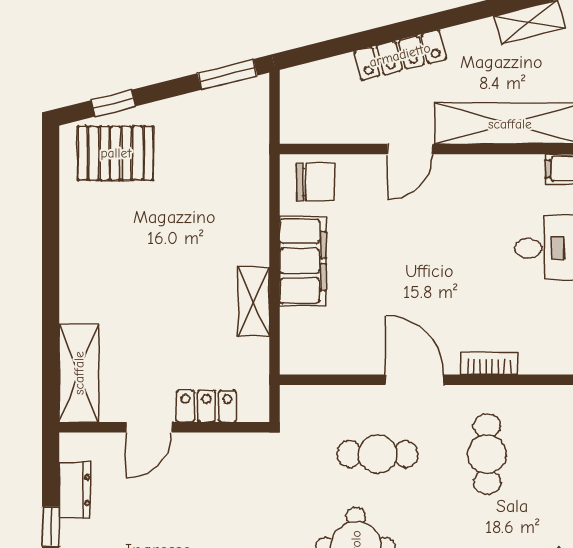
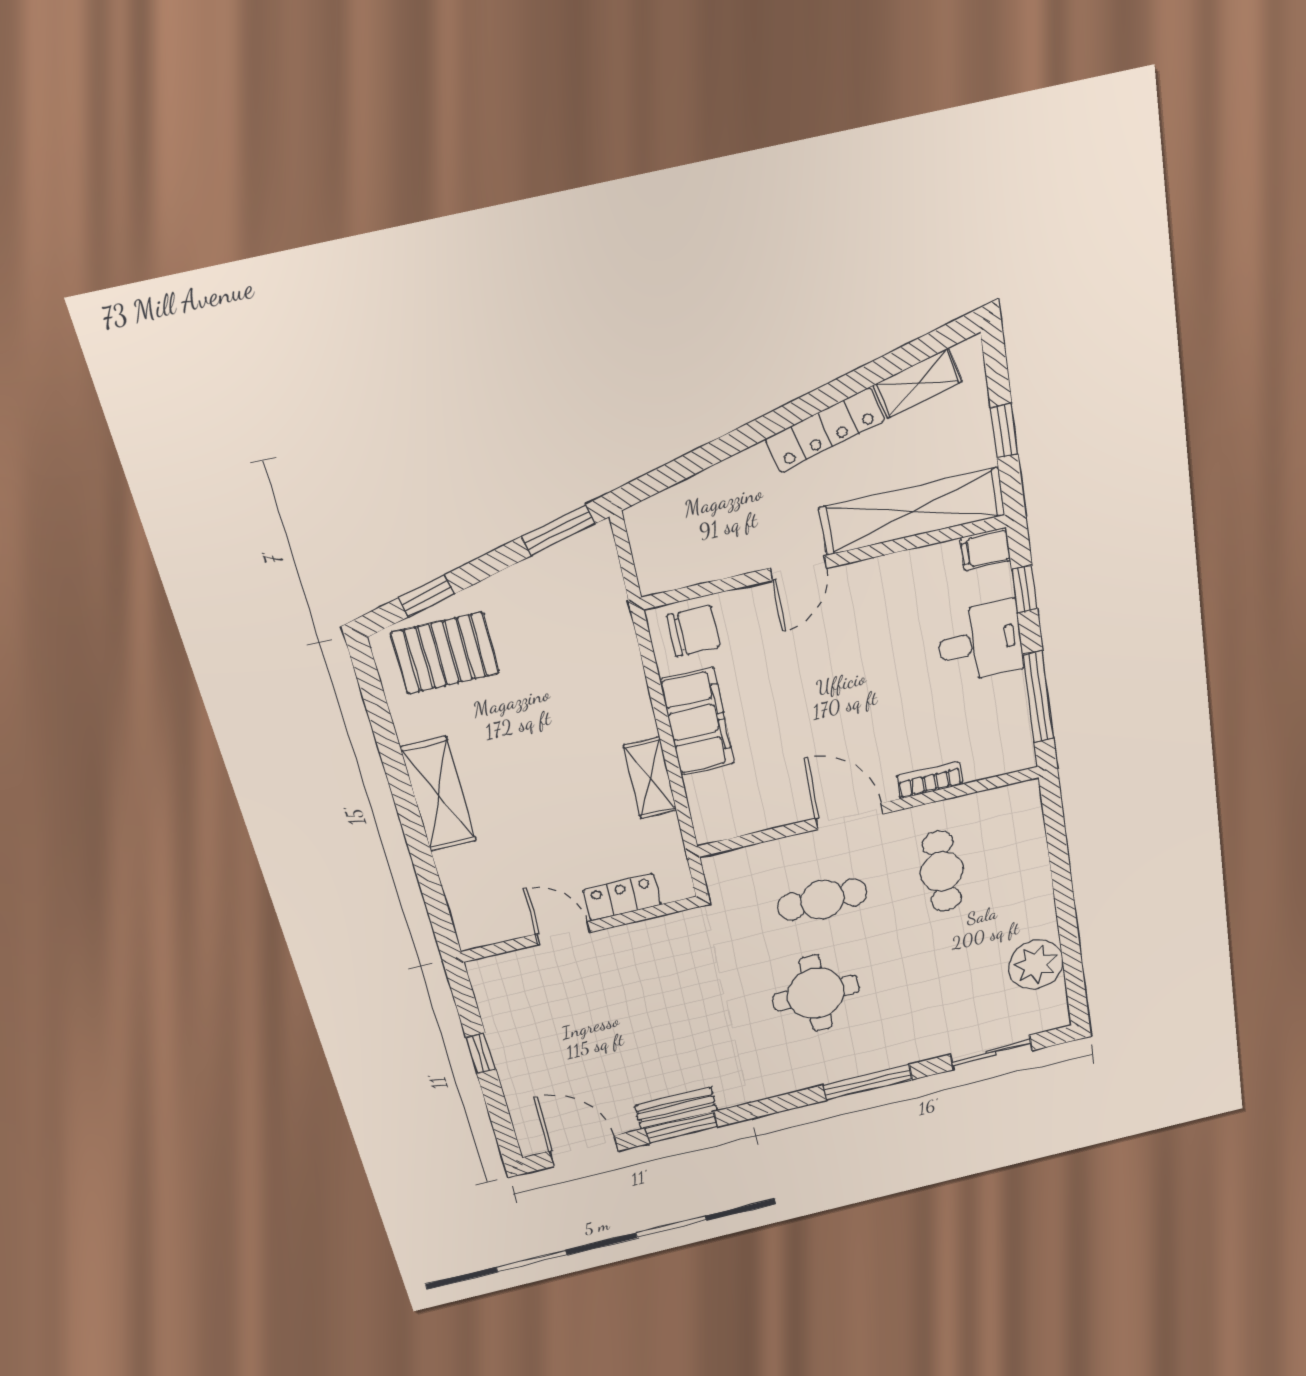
locker: (400, 55) -> (825, 430), moved
shelving: (79, 373) -> (438, 794), moved
door: (149, 427) -> (563, 933), swing flipped
dresser: (75, 490) -> (498, 1013), removed

